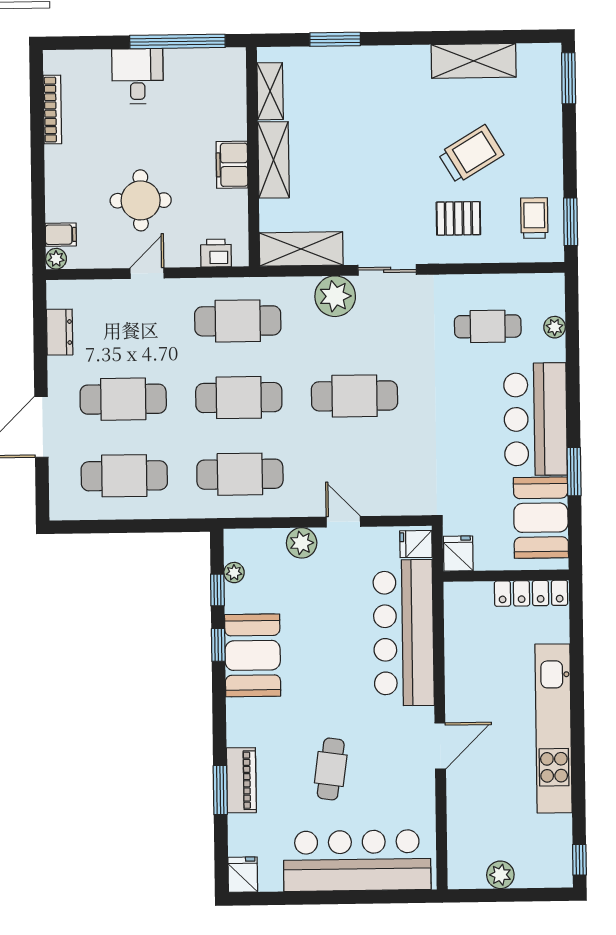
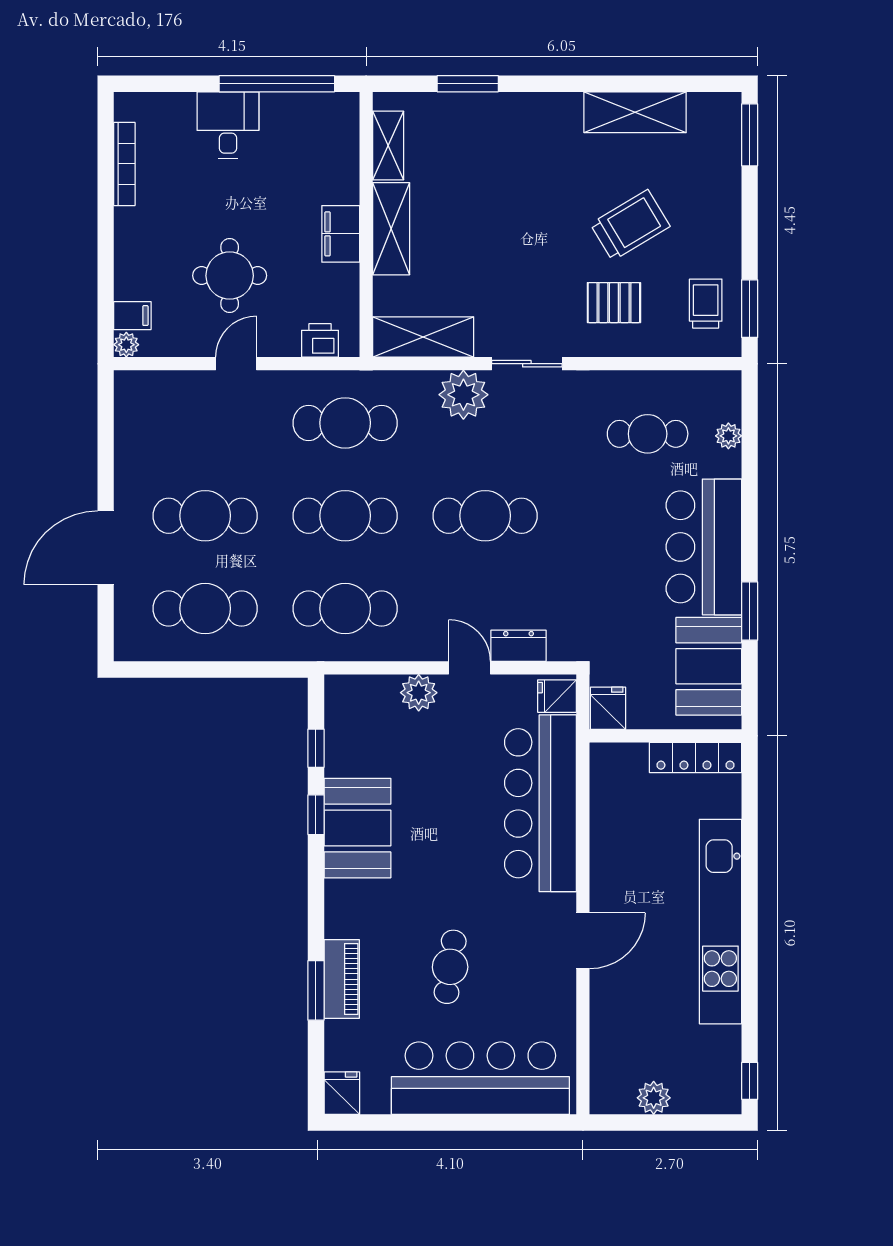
dresser: (60, 332) -> (519, 646), moved, turned -90
plant: (234, 573) -> (336, 727), removed

